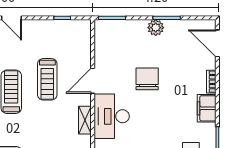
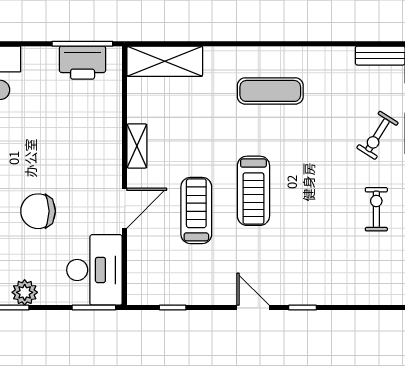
chair: (147, 79) -> (38, 211), turned 90
desk: (112, 116) -> (94, 270), moved

